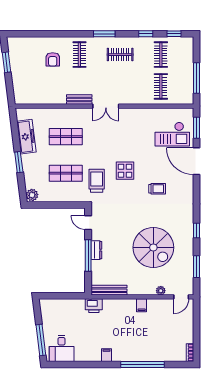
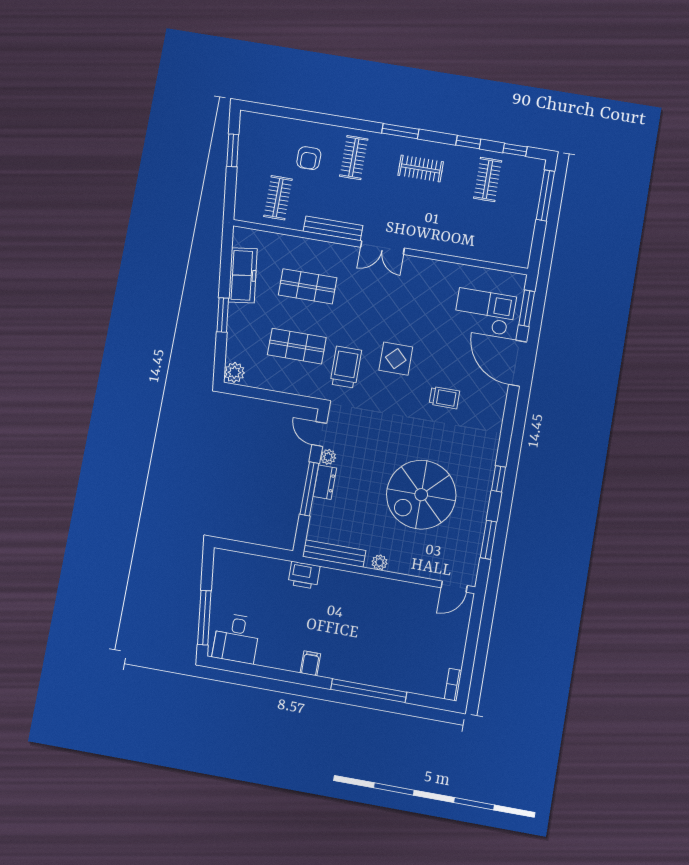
window: (196, 78) -> (545, 195), moved
clothes rail: (161, 86) -> (278, 198), moved
bench: (79, 99) -> (333, 228), width x1.36
checkout: (172, 134) -> (485, 312), turned 180
plant: (96, 235) -> (328, 457), added
spiral stairs: (153, 247) -> (421, 495), turned 90
plant: (161, 291) -> (379, 562), moved
filing cabinet: (142, 305) -> (385, 589), removed

